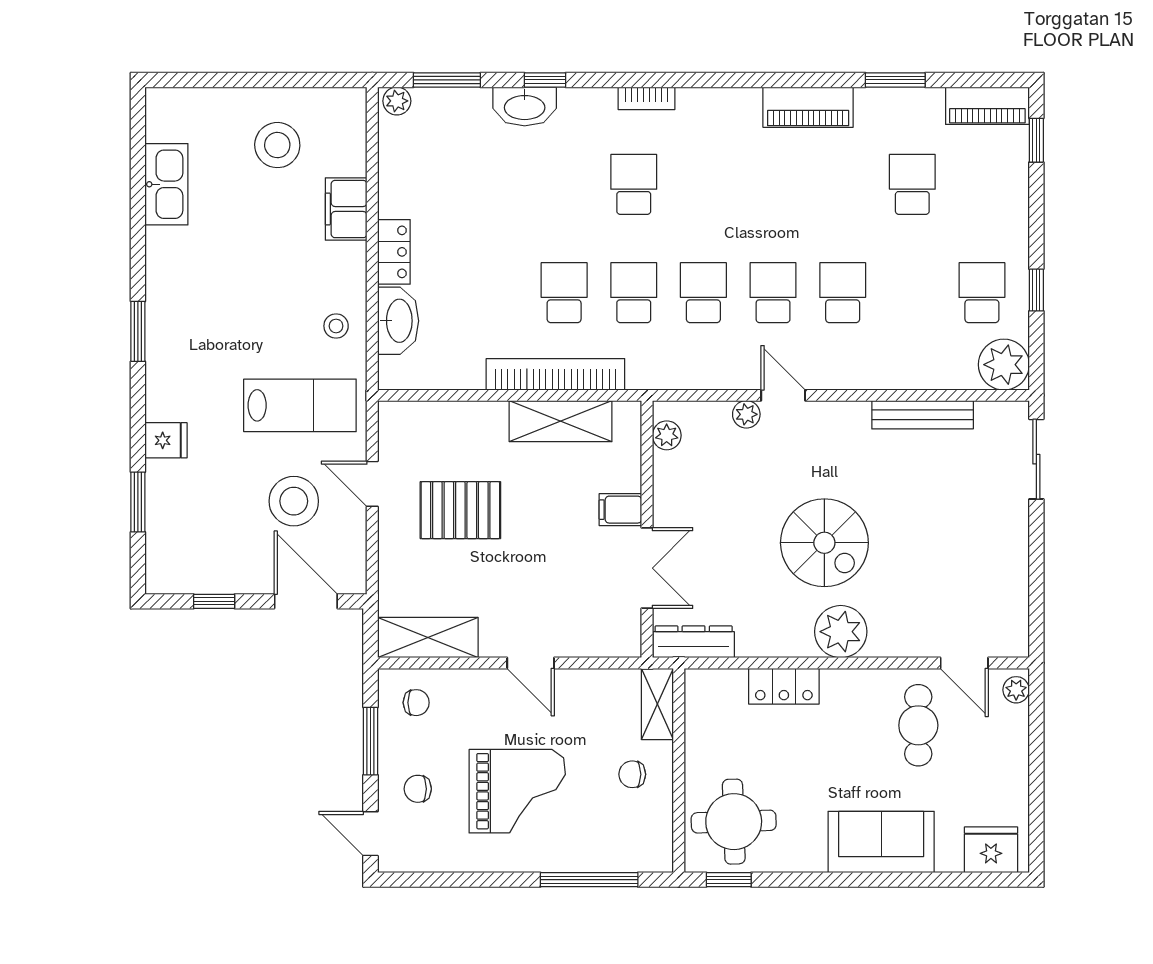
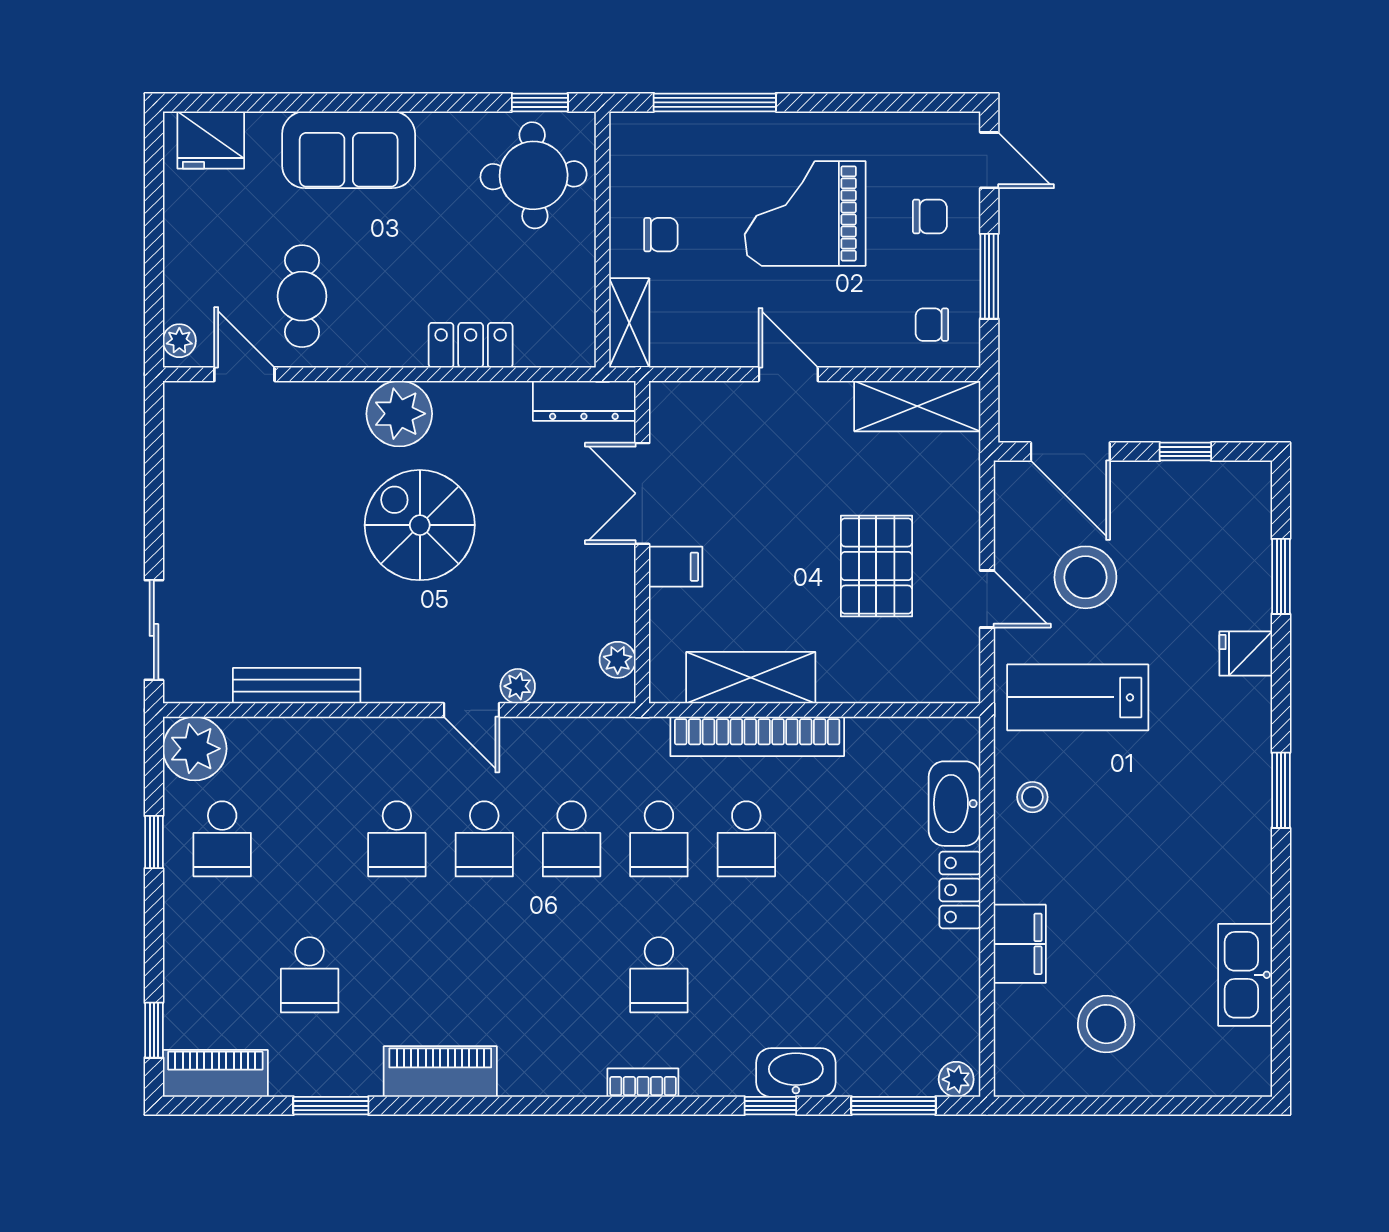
pallet: (460, 510) -> (876, 566), turned 90

